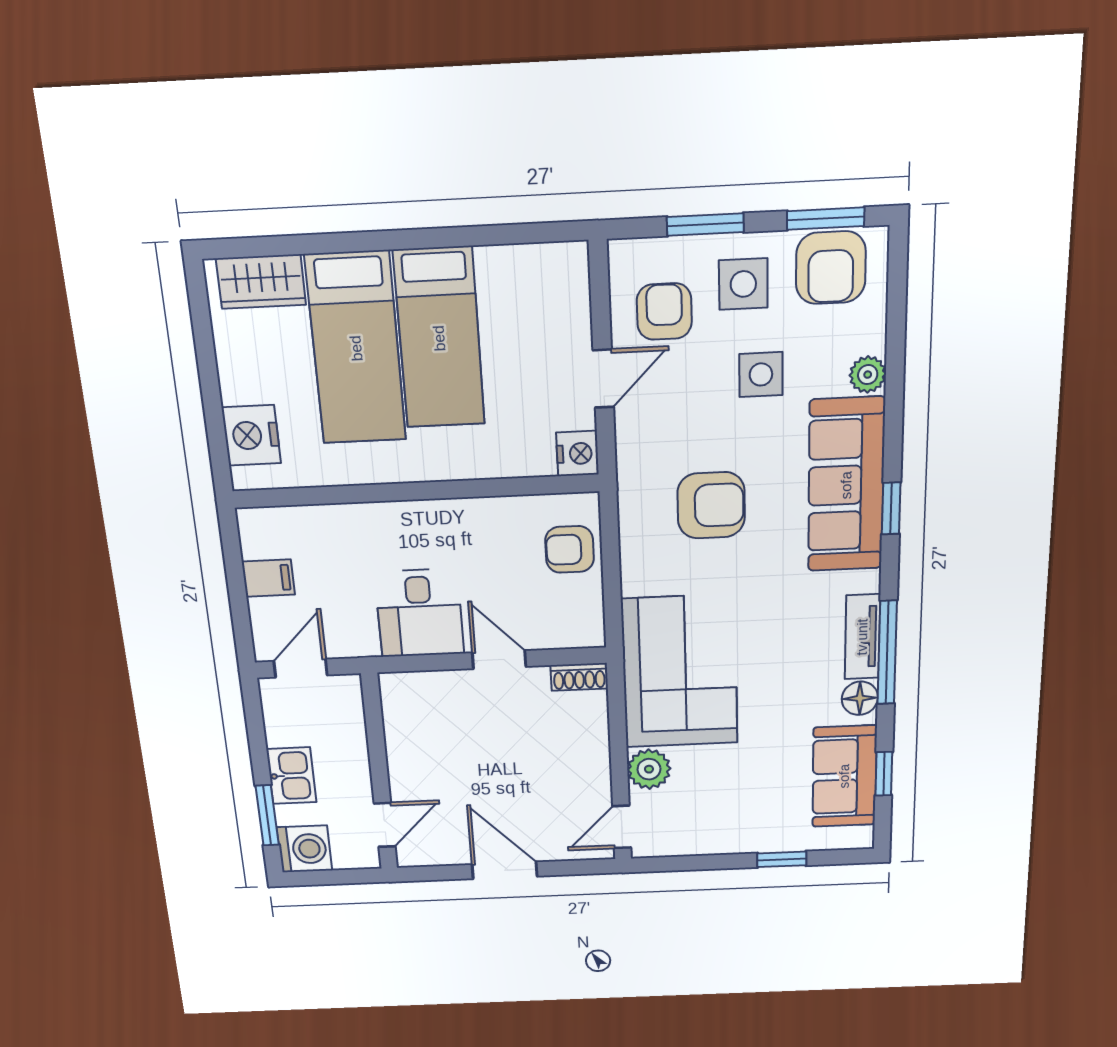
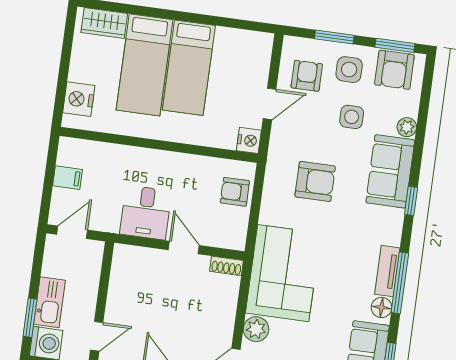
sofa: (846, 485) -> (390, 171), width x0.73
kitchen sink: (292, 776) -> (50, 302), width x1.38

